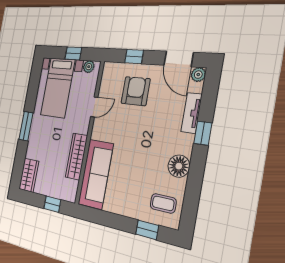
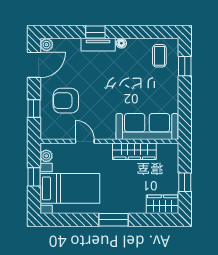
tv unit: (191, 113) -> (98, 45), moved
floor lamp: (179, 166) -> (121, 43), width x0.53, depth x0.53
window: (52, 204) -> (185, 182), moved

